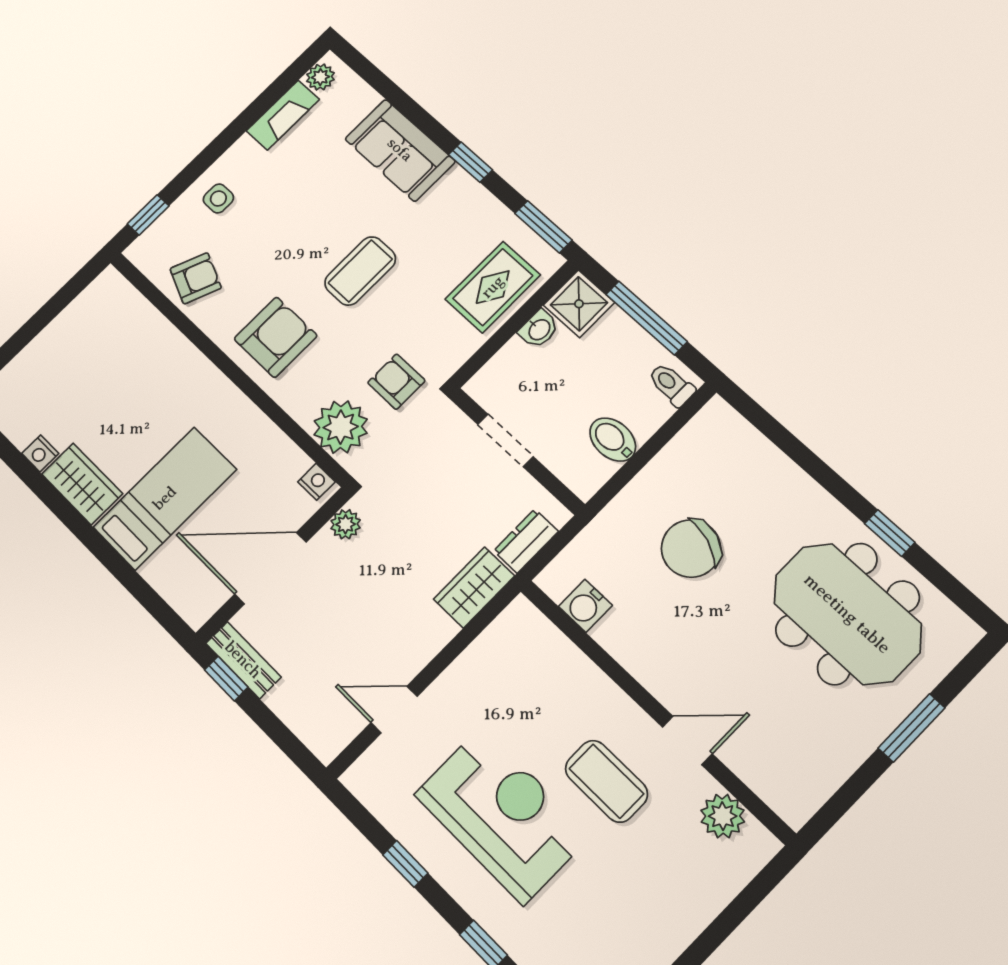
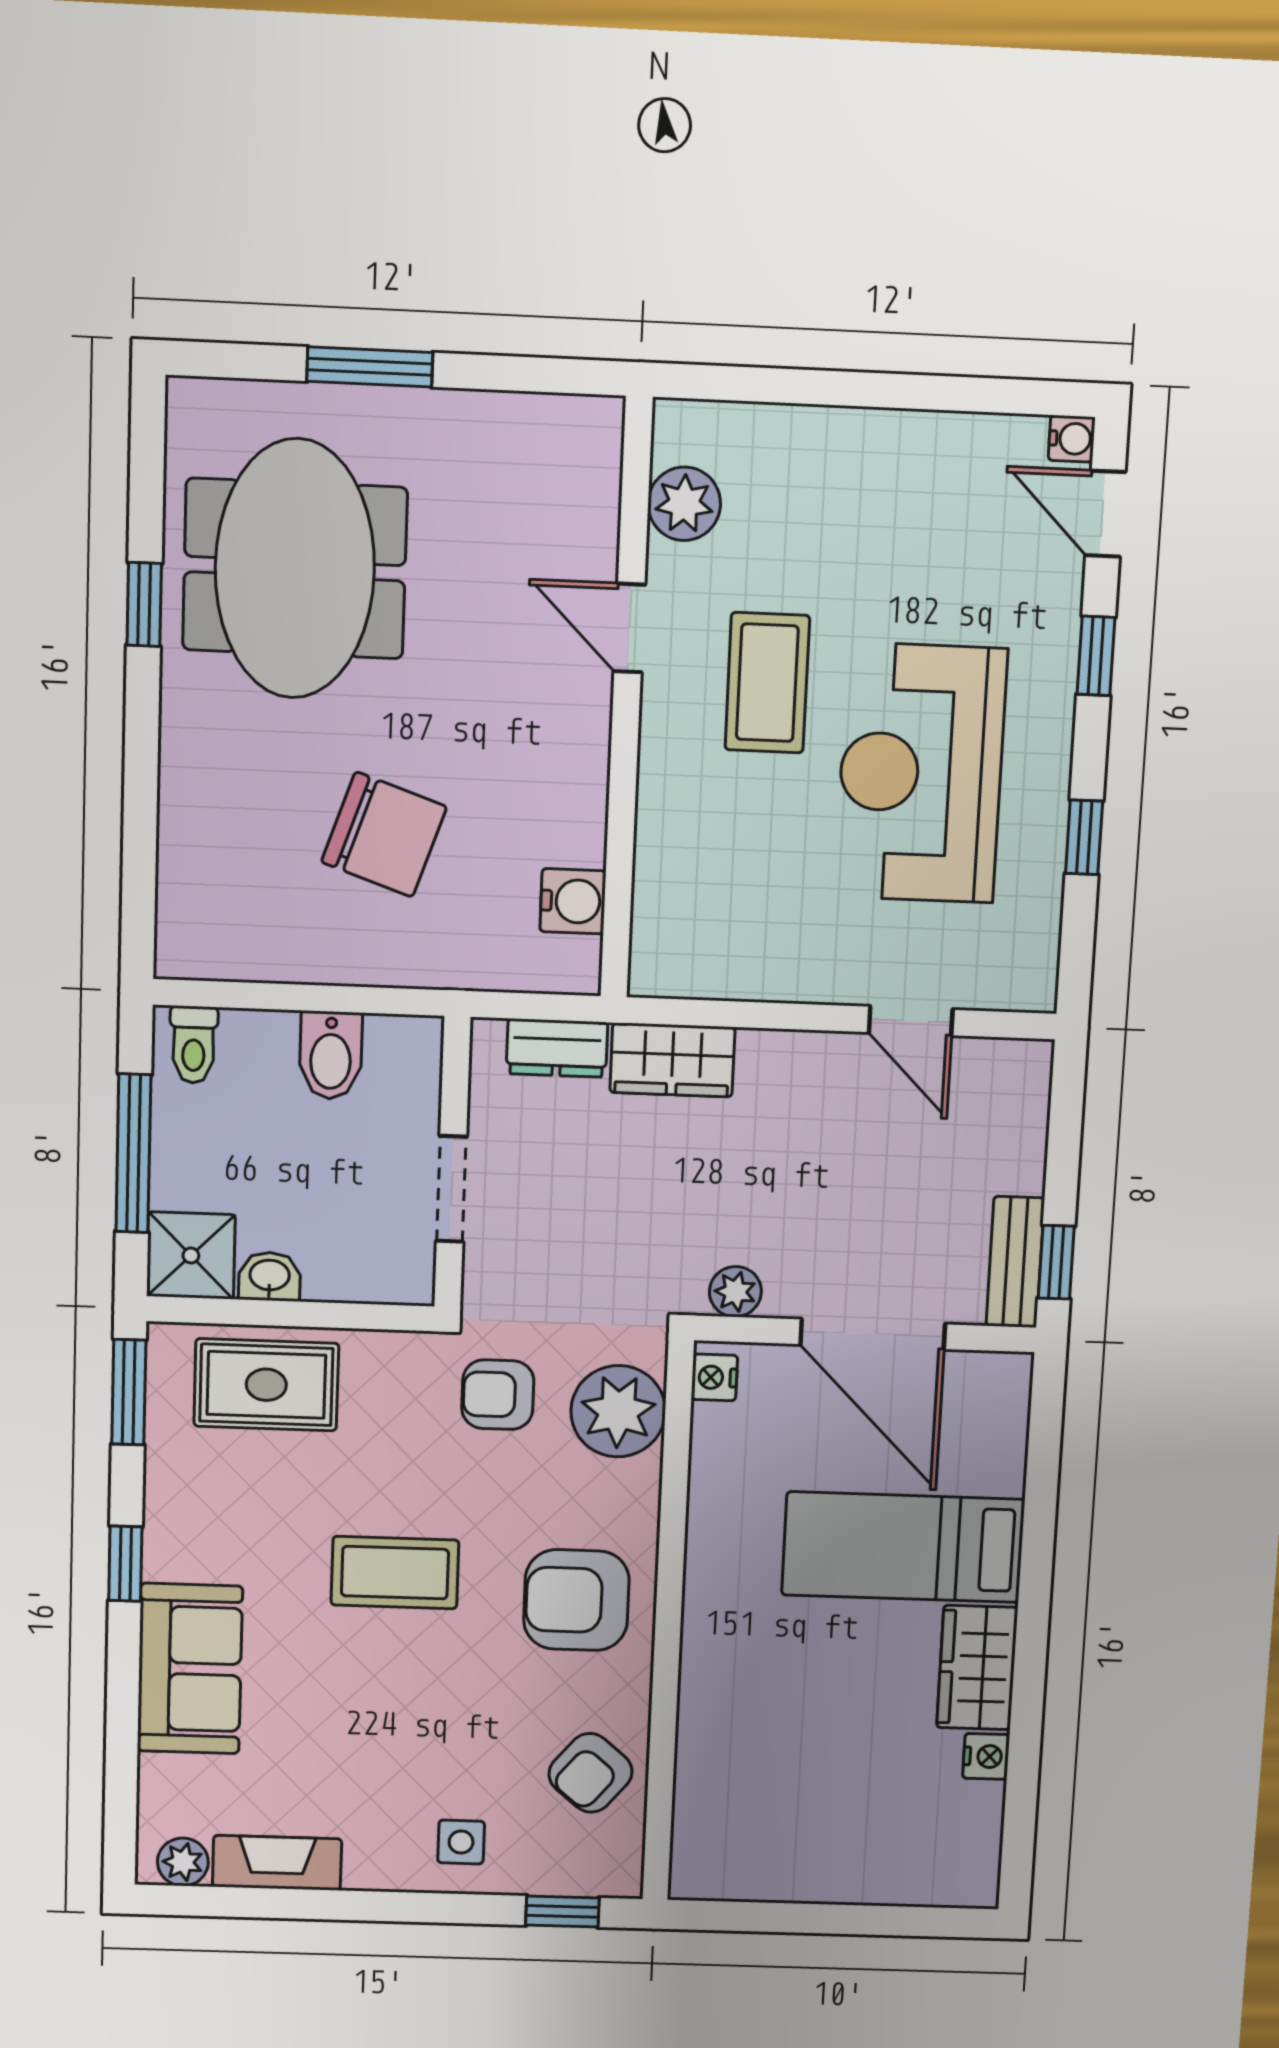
armchair: (196, 278) -> (591, 1773), turned -73
armchair: (396, 382) -> (498, 1395), turned 90

